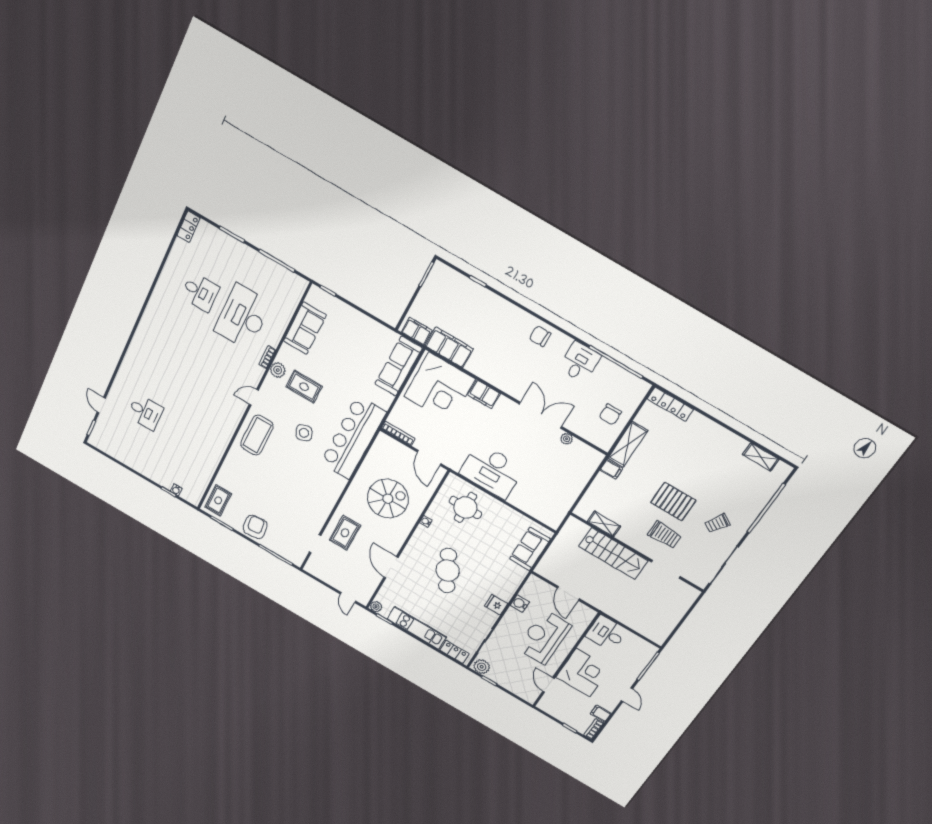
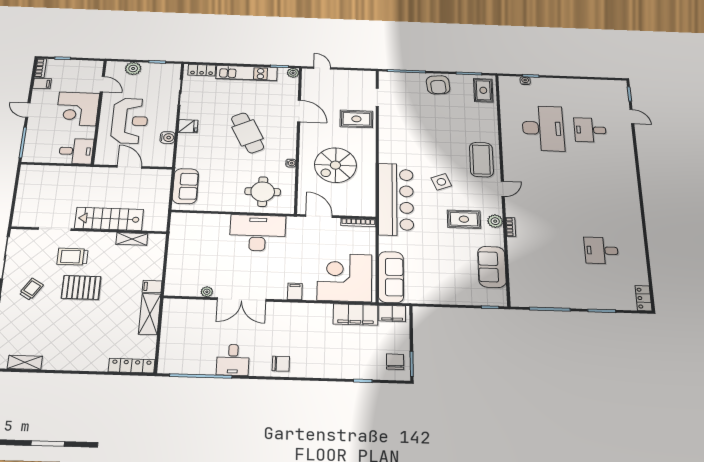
desk: (243, 317) -> (543, 128), moved
filing cabinet: (484, 394) -> (295, 291), width x0.50
chair: (610, 414) -> (395, 362), moved
rug: (345, 533) -> (356, 119), turned 90
plant: (482, 667) -> (133, 69), moved

